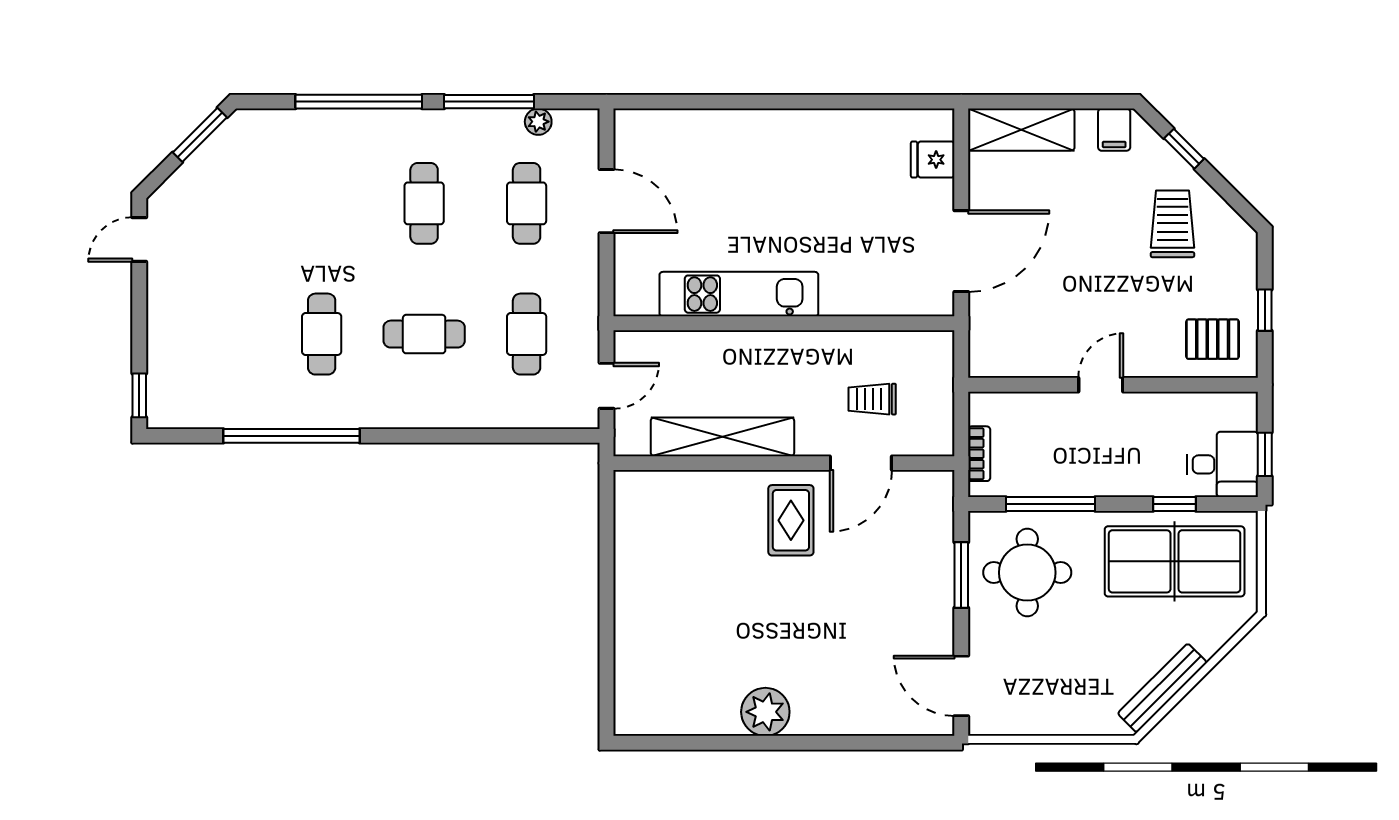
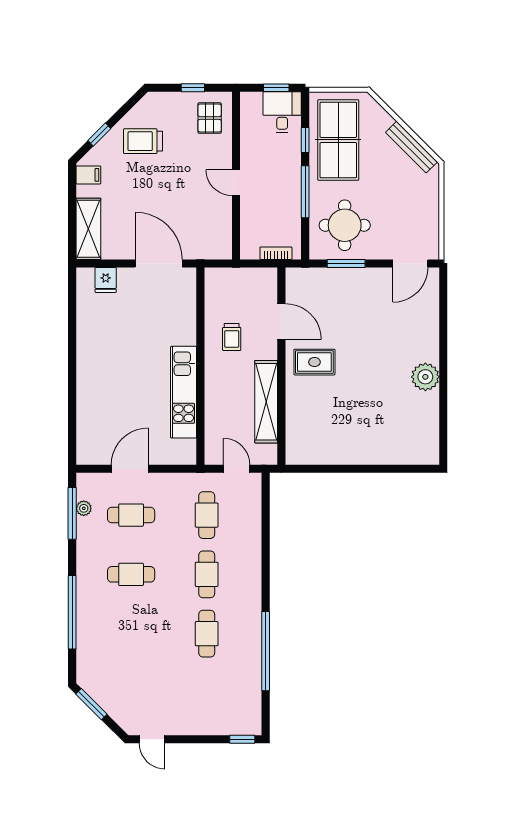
window: (489, 102) -> (72, 513), moved
cafe table: (322, 334) -> (207, 634), turned 90
cafe table: (527, 334) -> (207, 515), turned 90
trolley: (872, 399) -> (232, 337), moved
window: (1050, 504) -> (305, 192), moved

